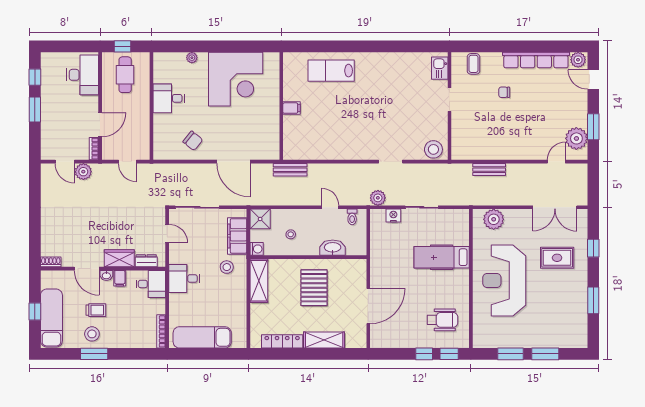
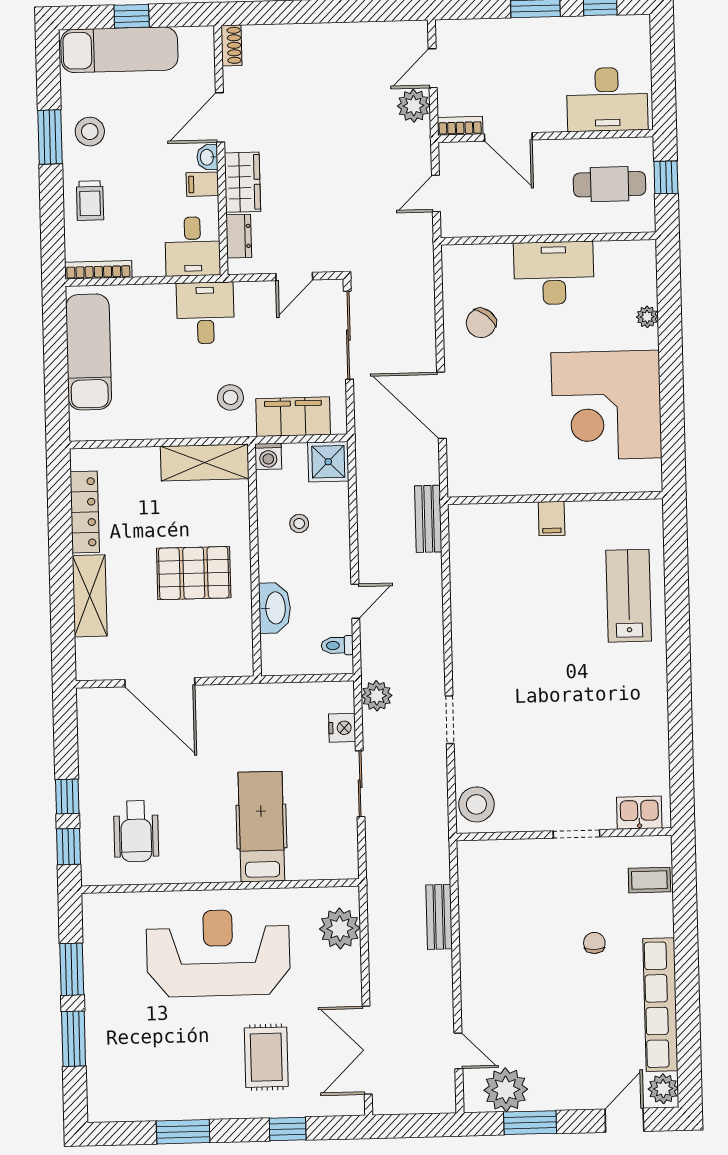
desk: (169, 98) -> (554, 273), width x1.37
door: (233, 162) -> (441, 405), hinge flipped
trolley: (96, 310) -> (90, 201), moved

